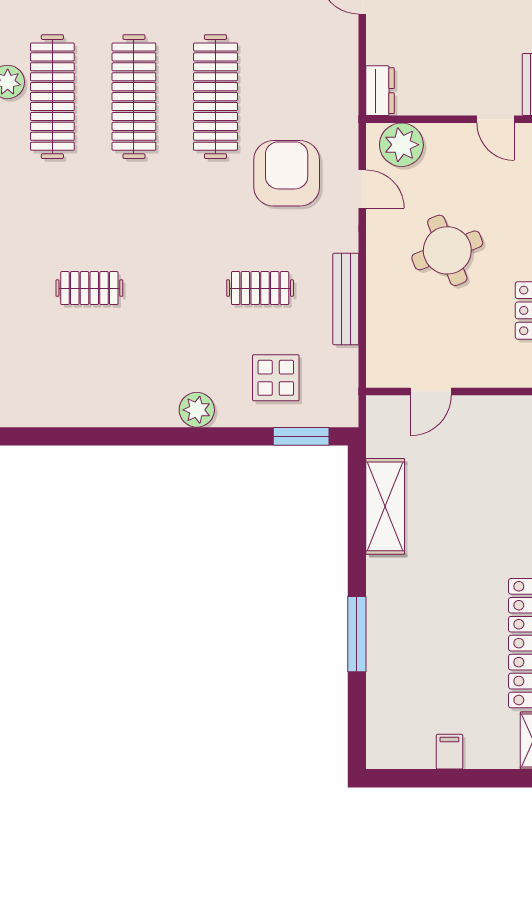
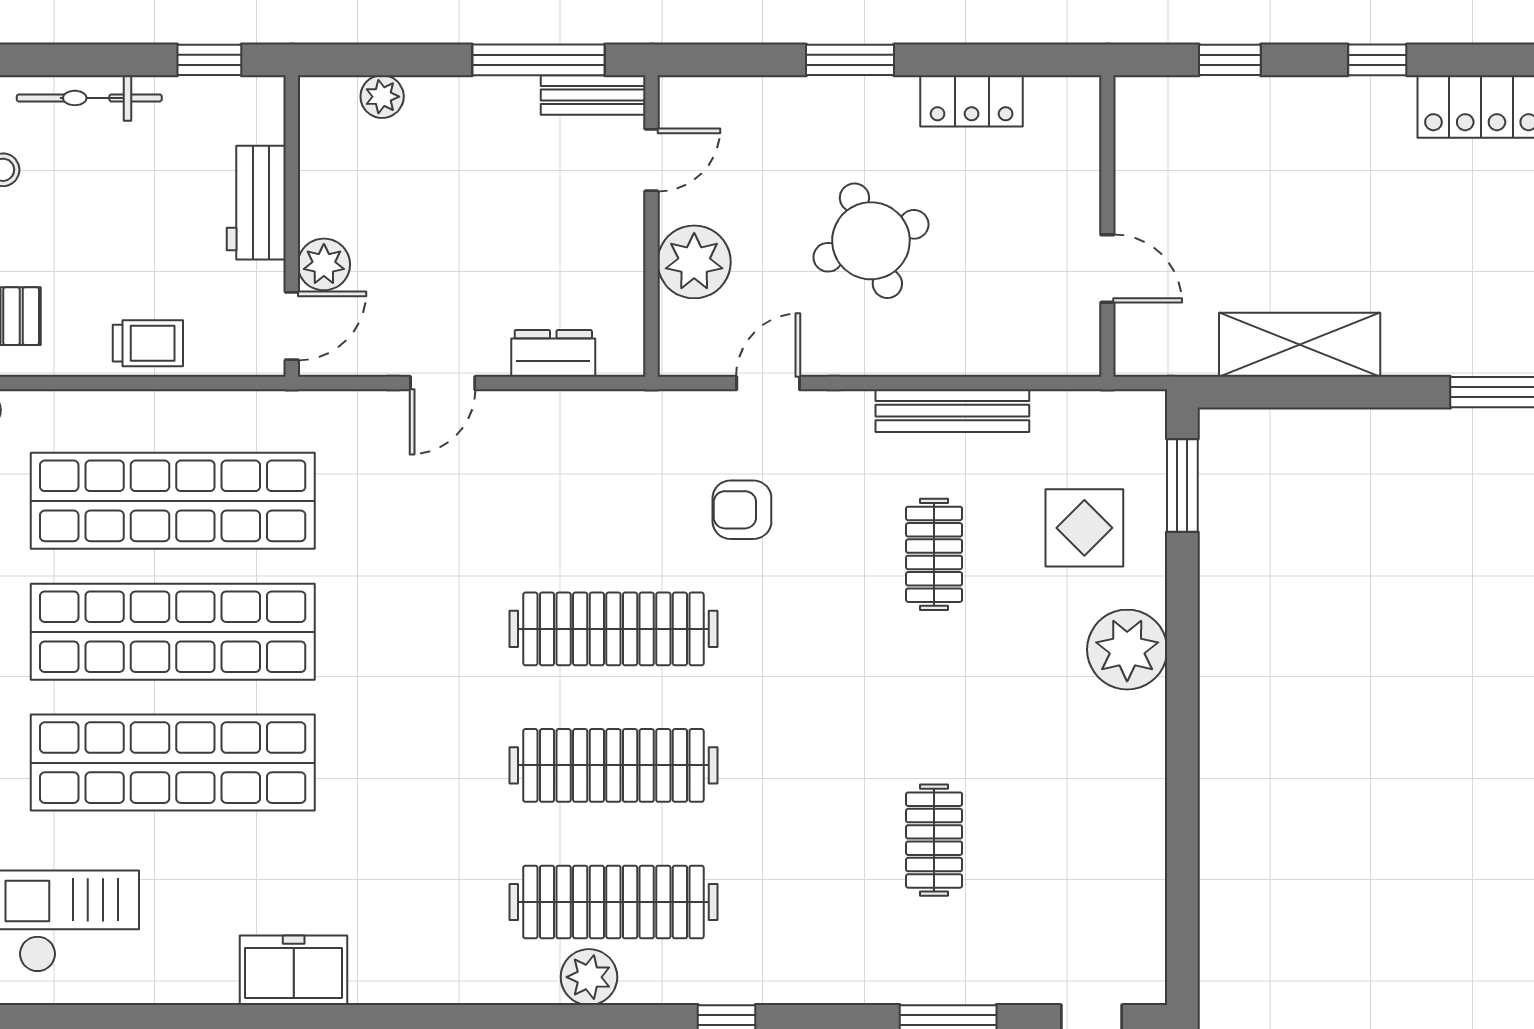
dresser: (380, 91) -> (553, 353), moved
plant: (401, 145) -> (694, 262), moved
armchair: (287, 173) -> (742, 510), width x0.53, depth x0.53
plant: (197, 410) -> (1127, 650), width x1.36, depth x1.36

